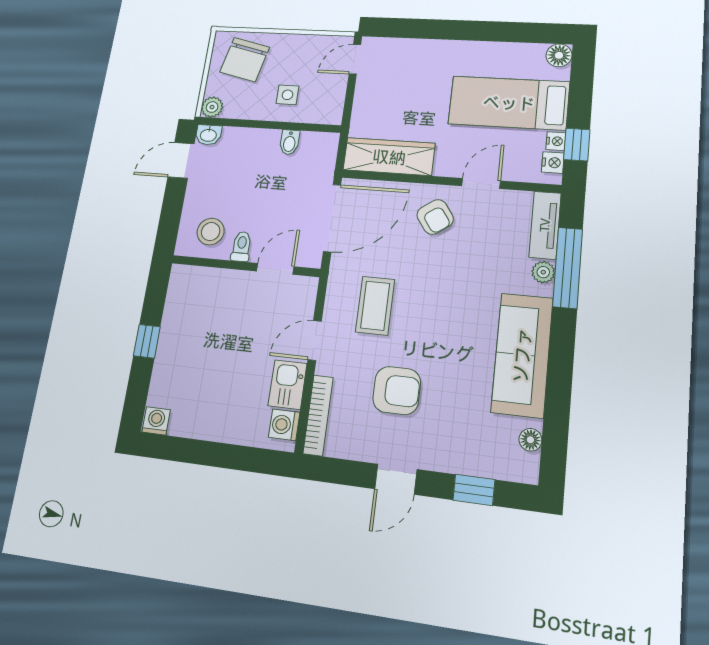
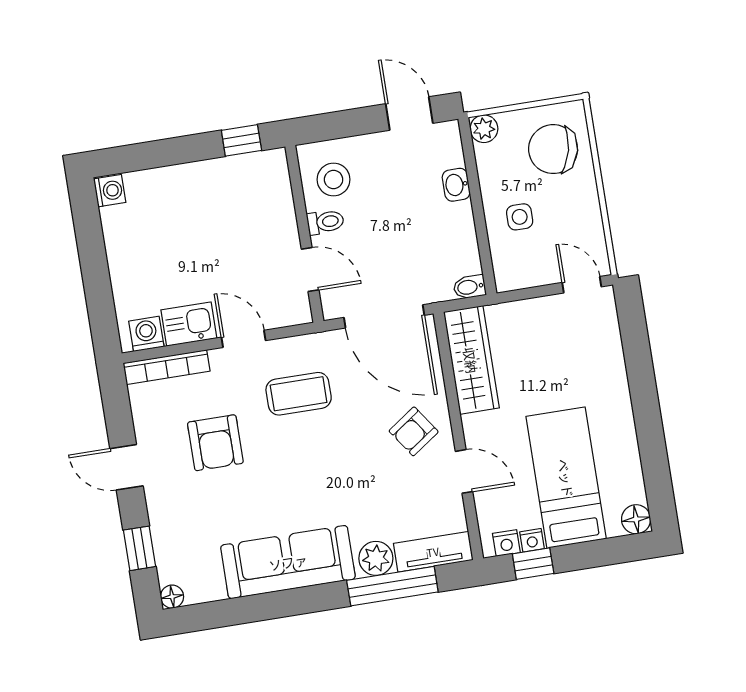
washbasin: (208, 135) -> (456, 185), moved
bidet: (290, 142) -> (470, 287), moved
plant: (543, 272) -> (376, 558), width x1.38, depth x1.38
window: (147, 341) -> (241, 140), moved
floor lamp: (530, 440) -> (172, 597), moved

